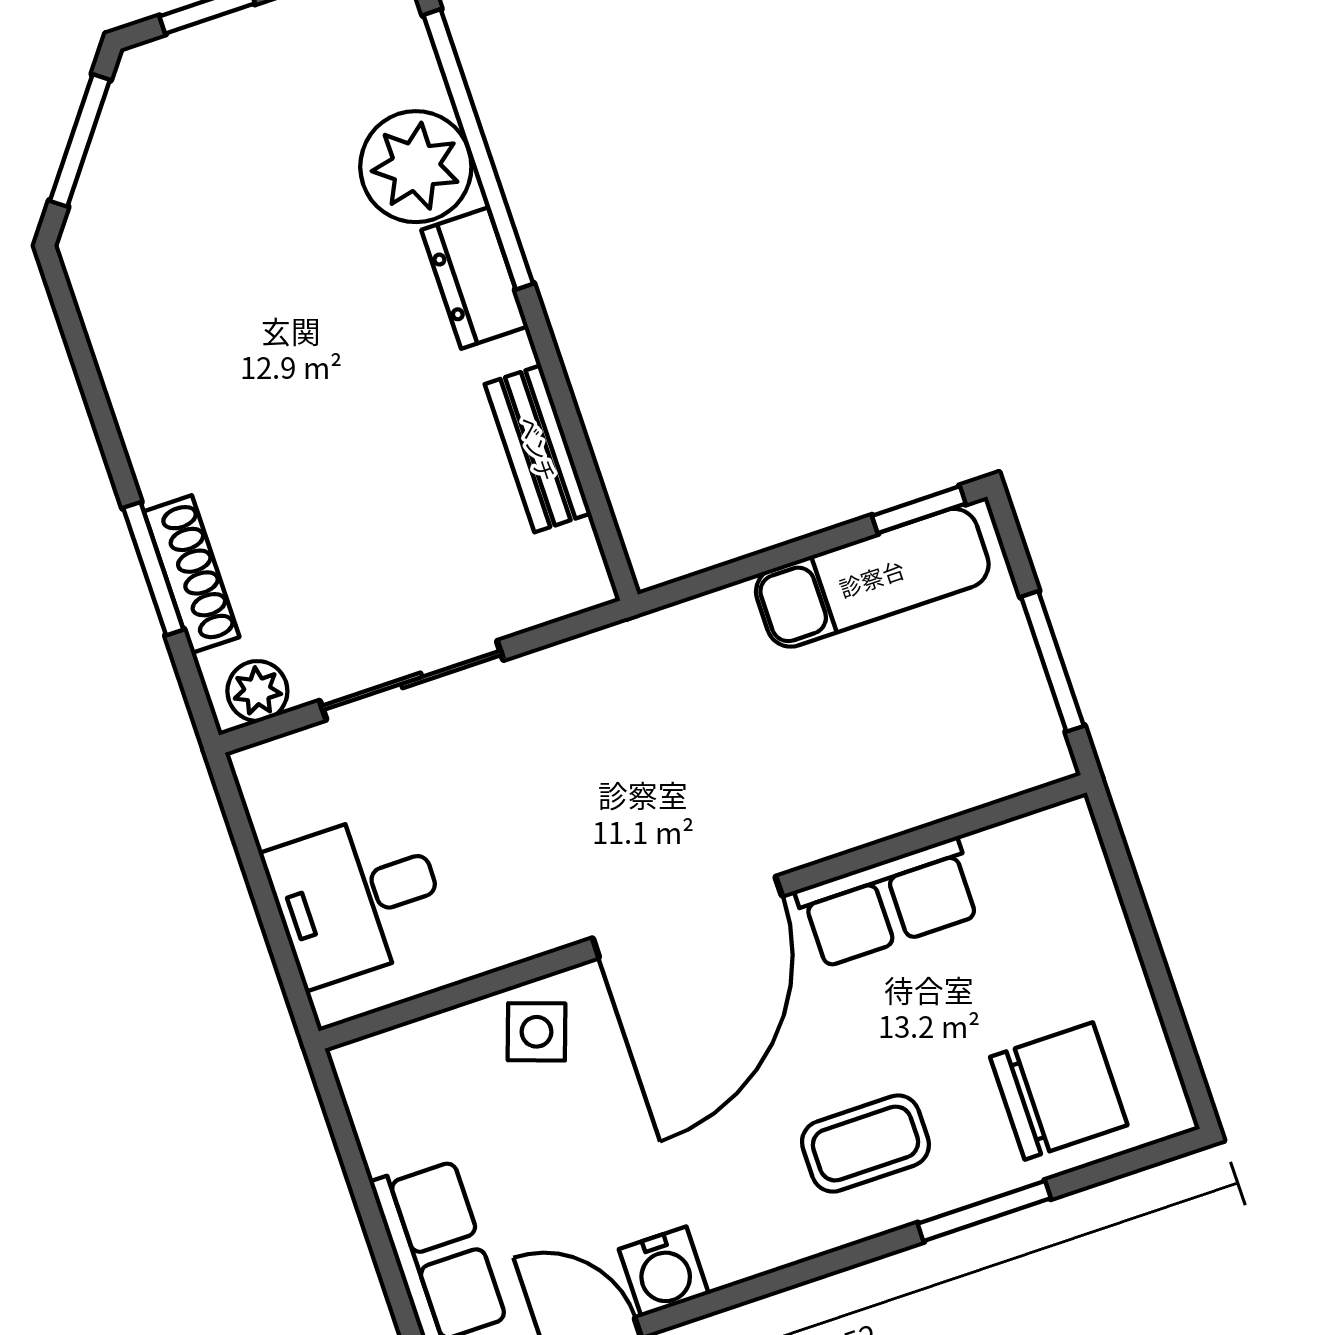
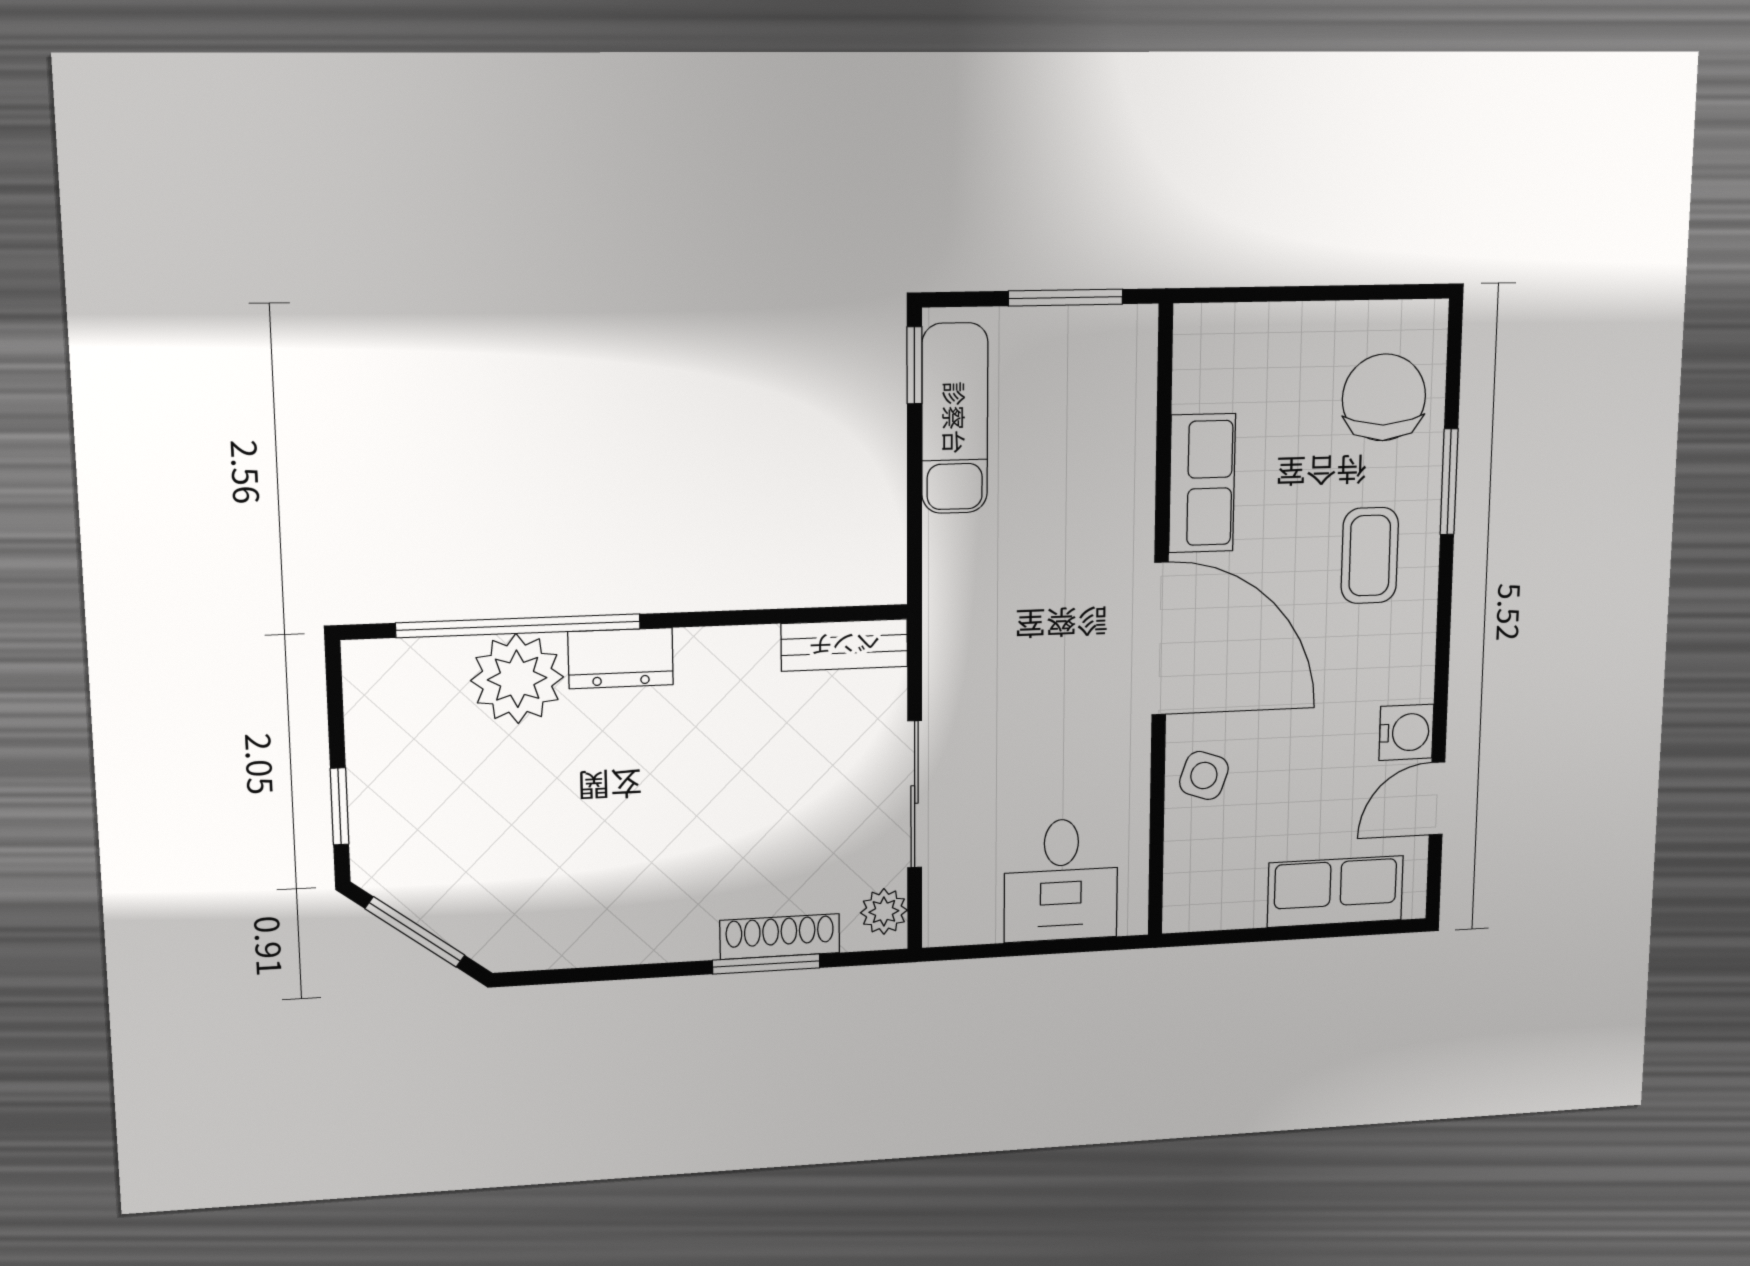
bench: (538, 449) -> (844, 645), moved

